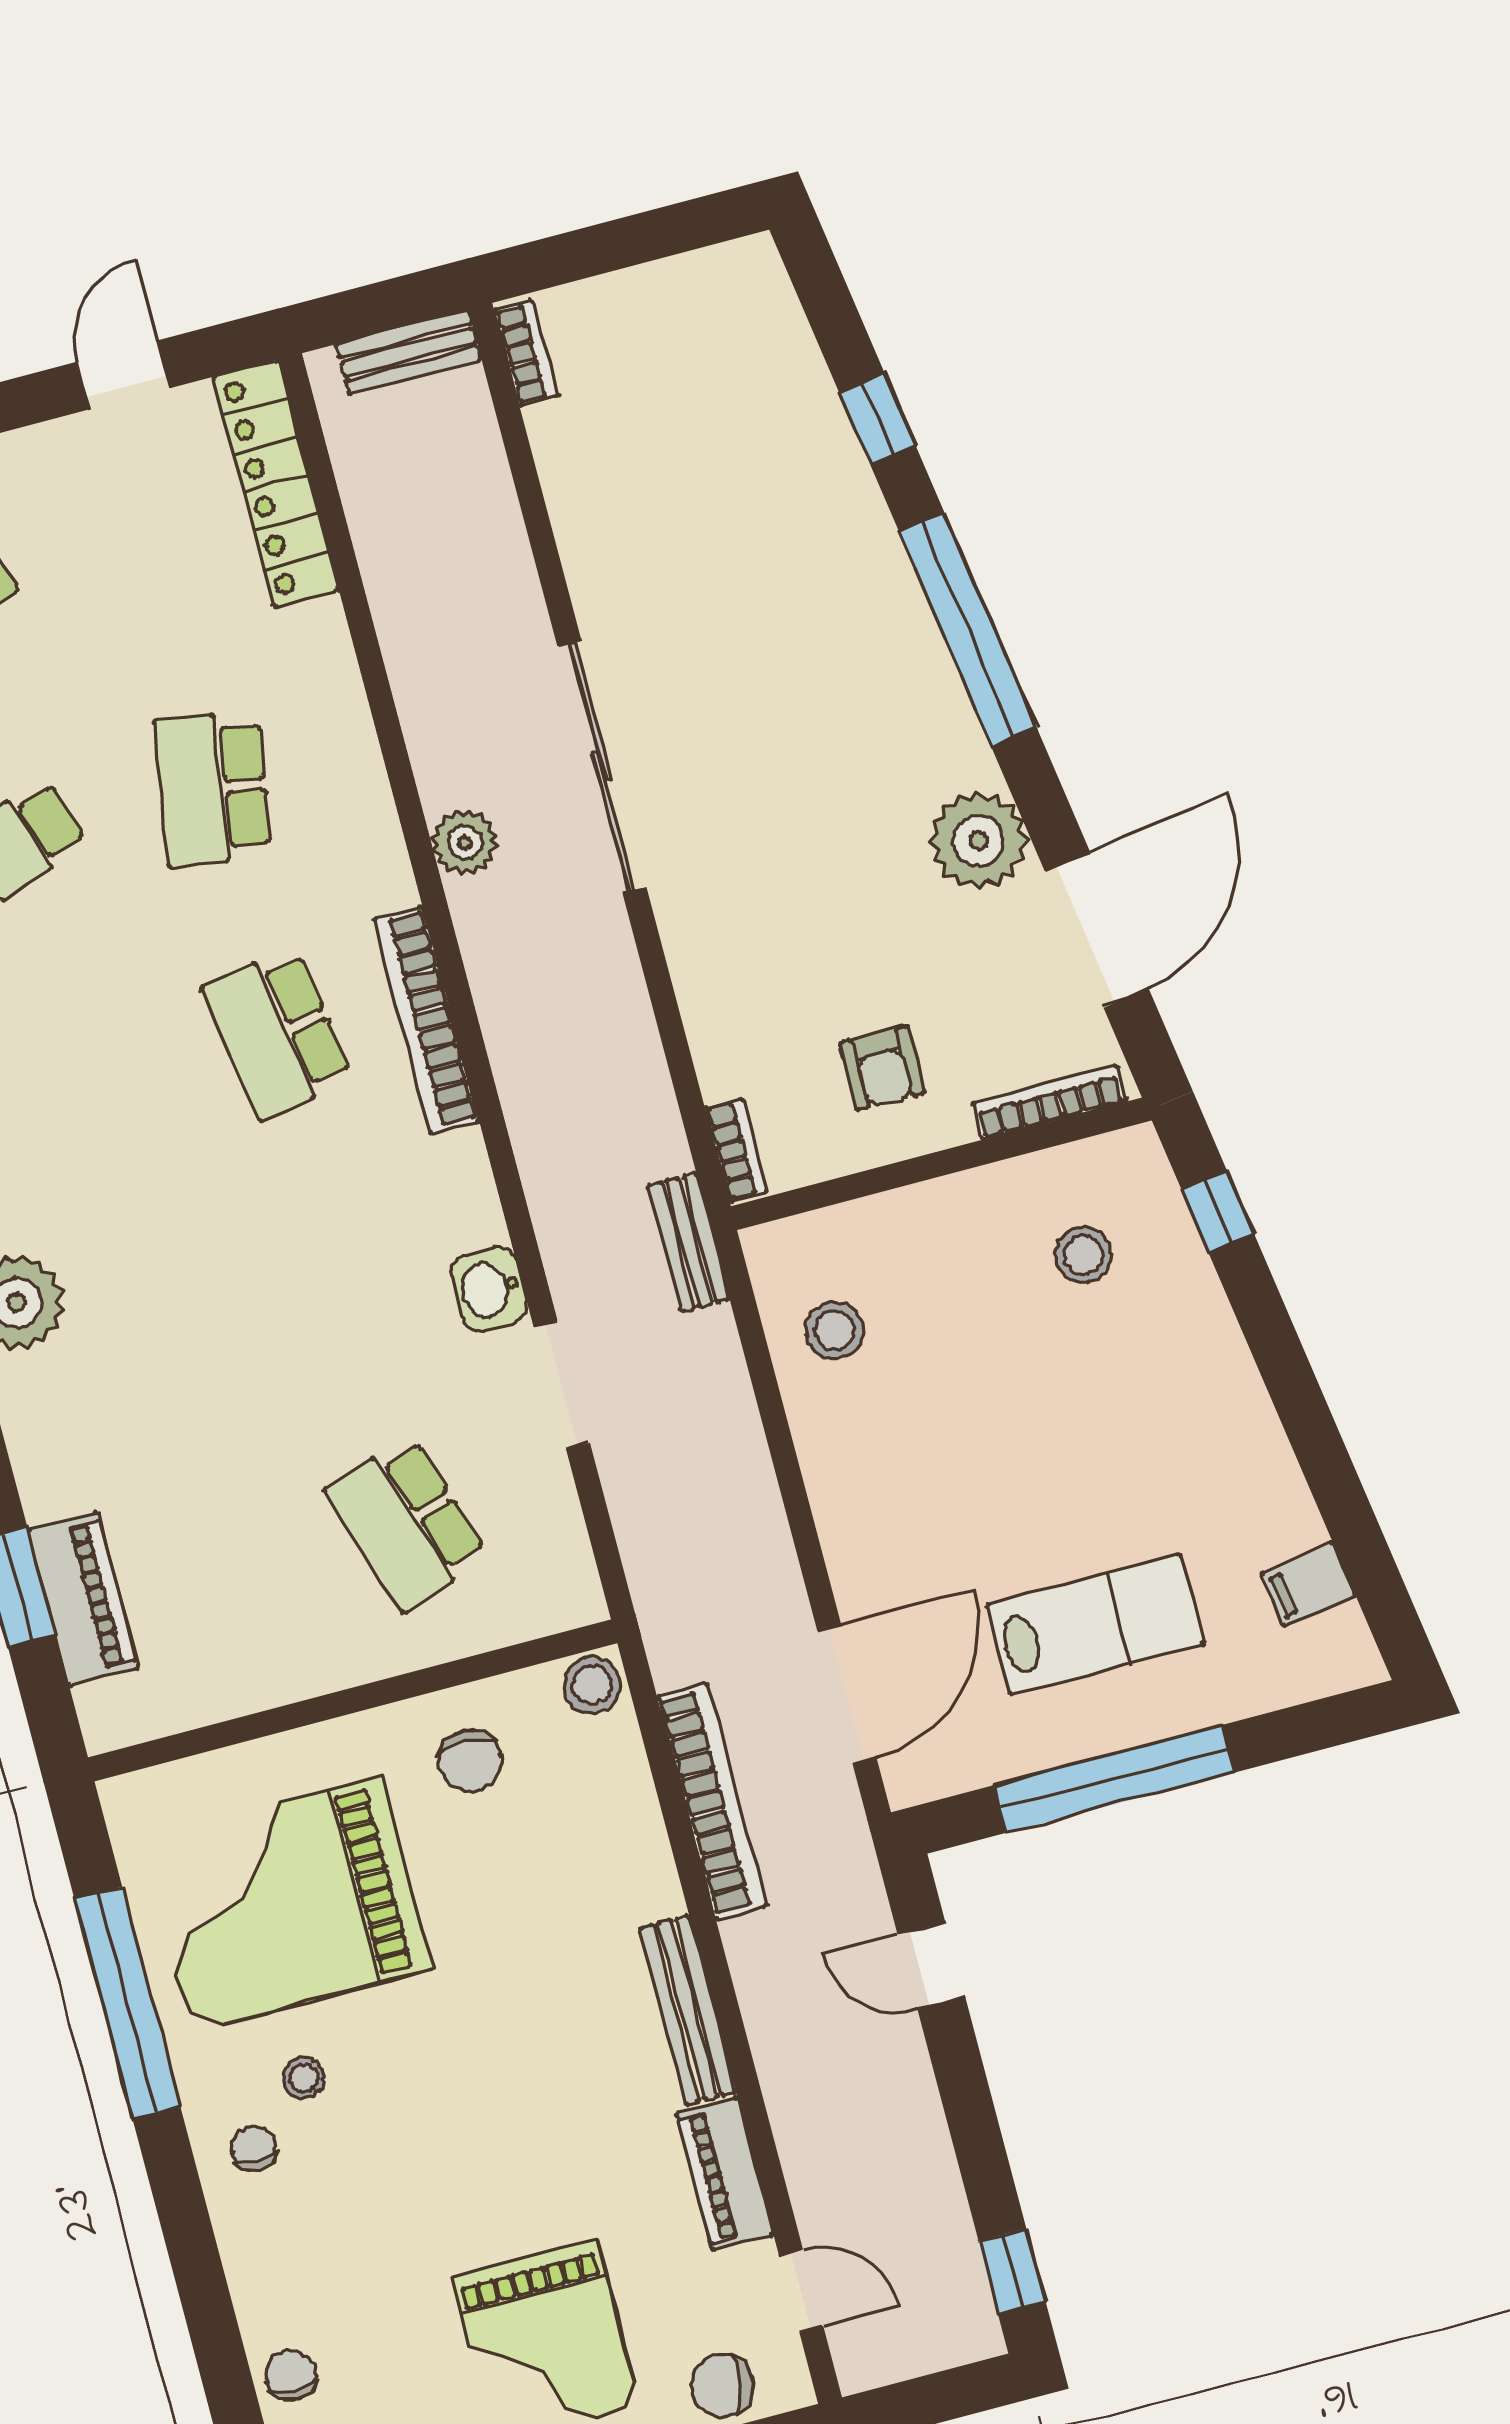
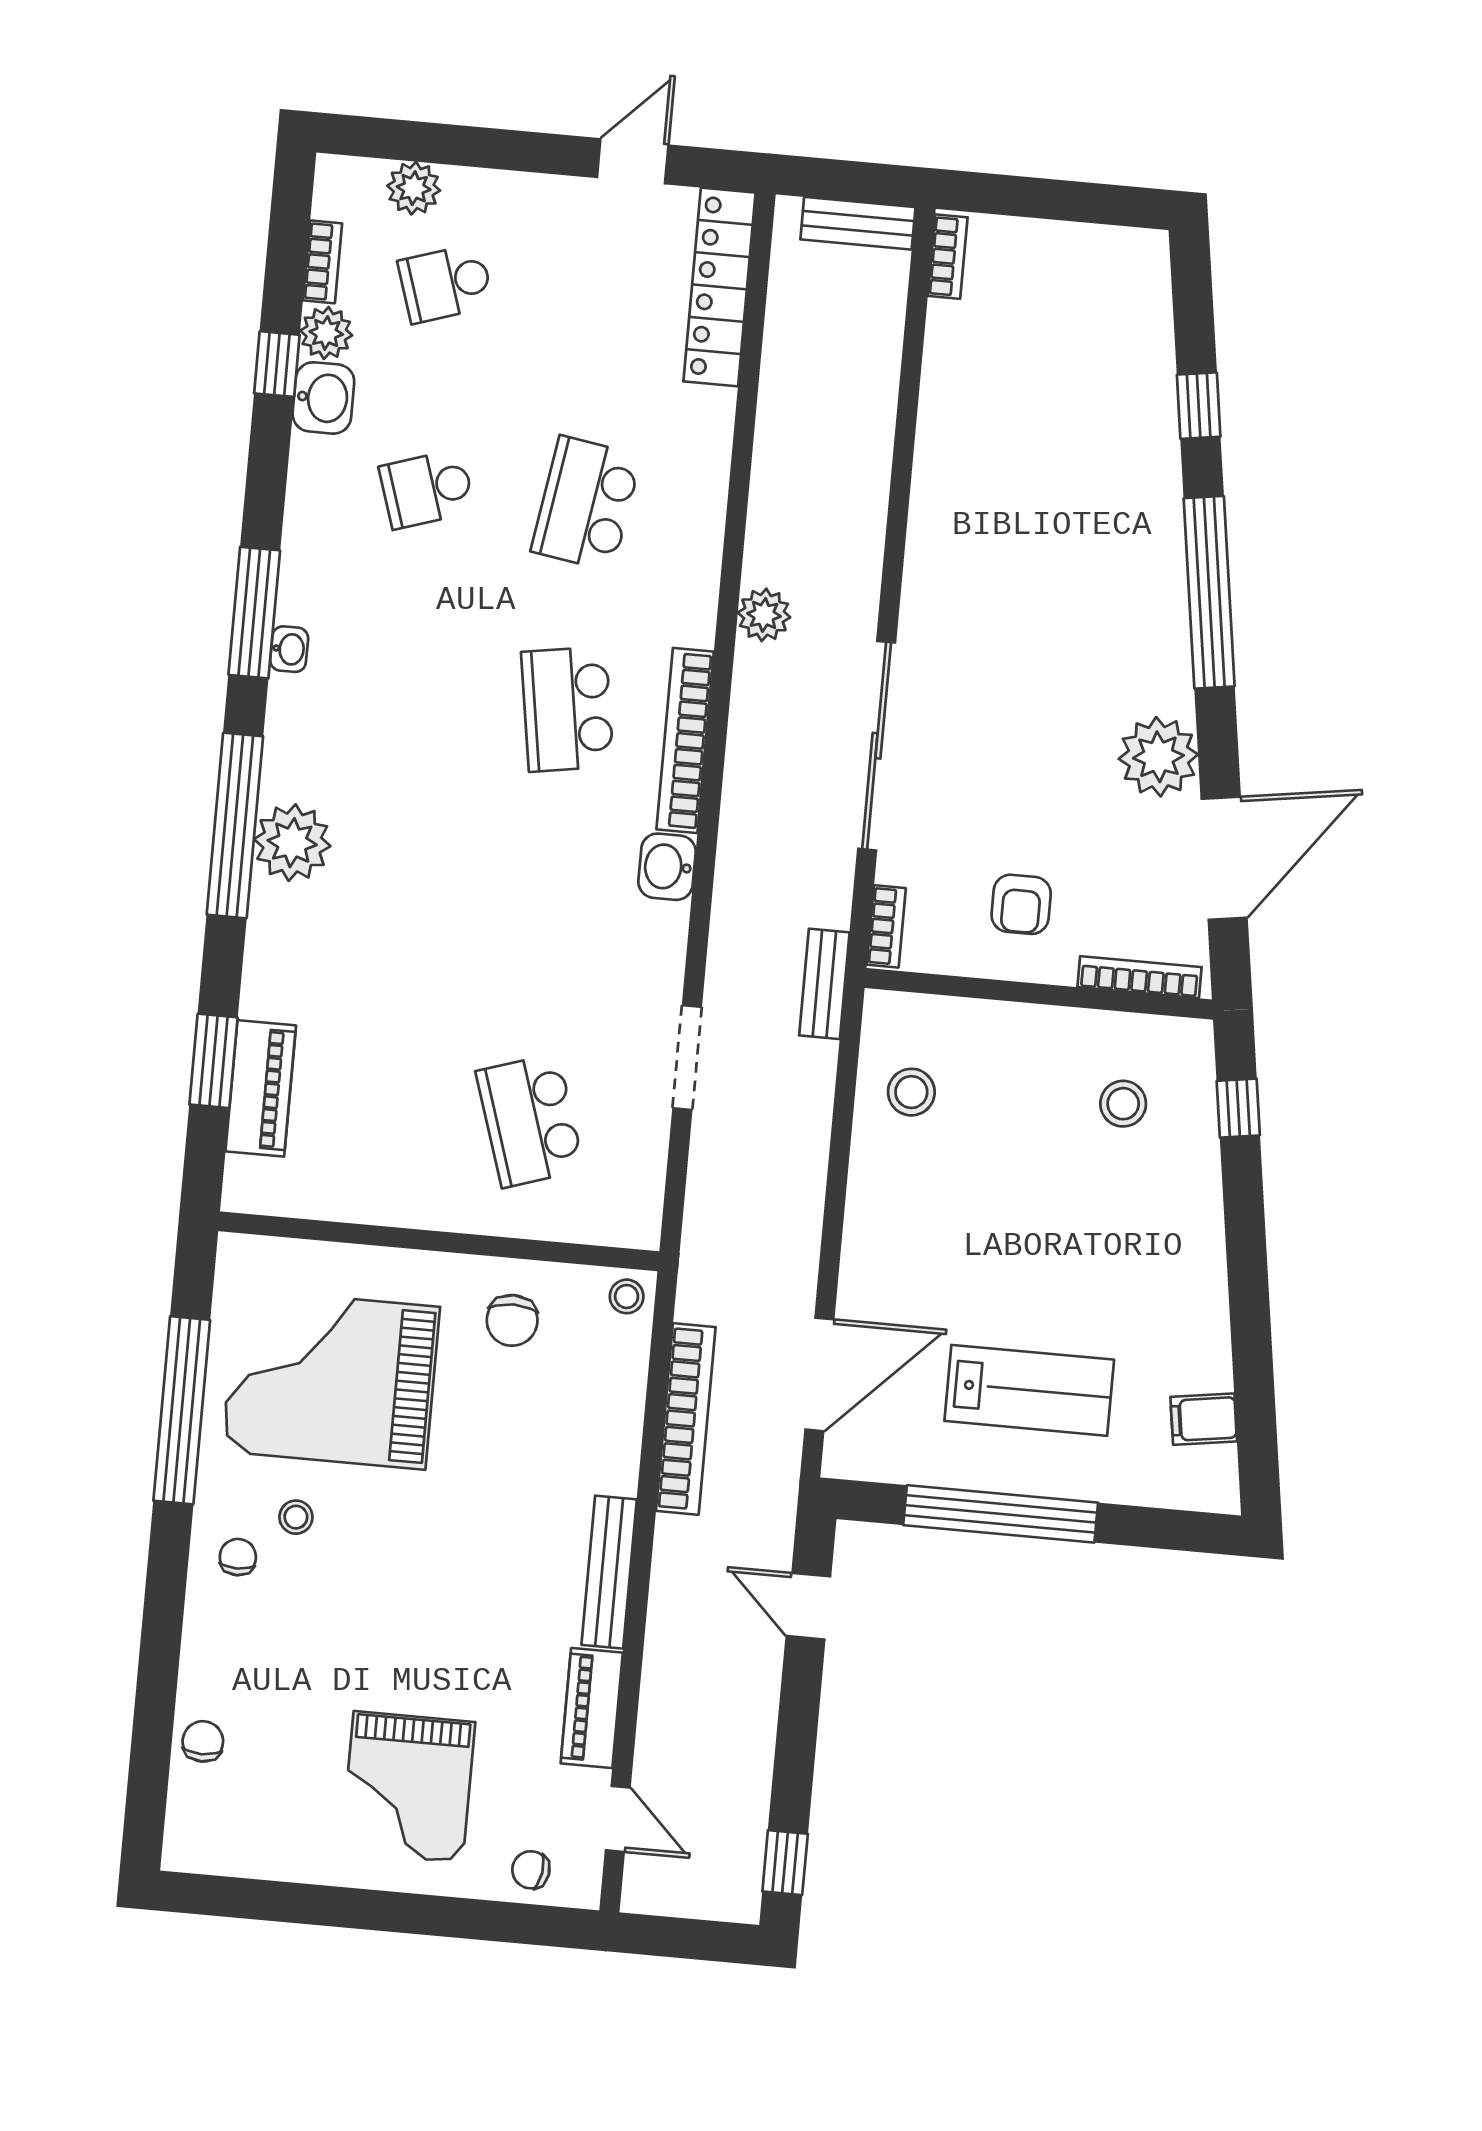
sliding door: (602, 767) -> (877, 746), moved
washbasin: (489, 1289) -> (667, 867), moved
stool: (592, 1685) -> (627, 1296), width x0.73, depth x0.73
chair: (722, 2386) -> (531, 1870), width x0.73, depth x0.73

